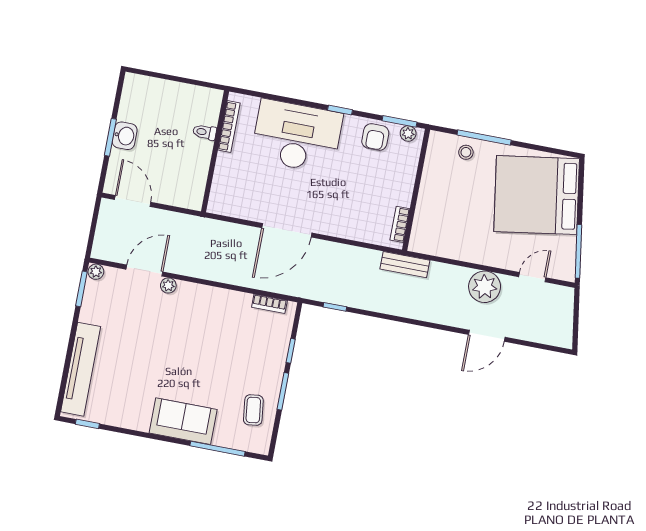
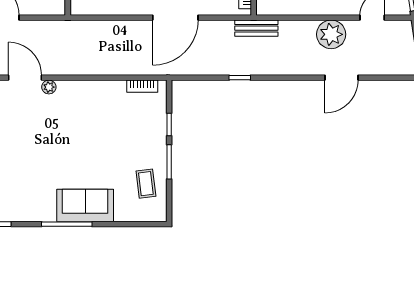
door: (287, 230) -> (175, 18), moved
door: (144, 271) -> (25, 78), hinge flipped
window: (335, 307) -> (240, 78), moved
window: (217, 449) -> (67, 224), moved

